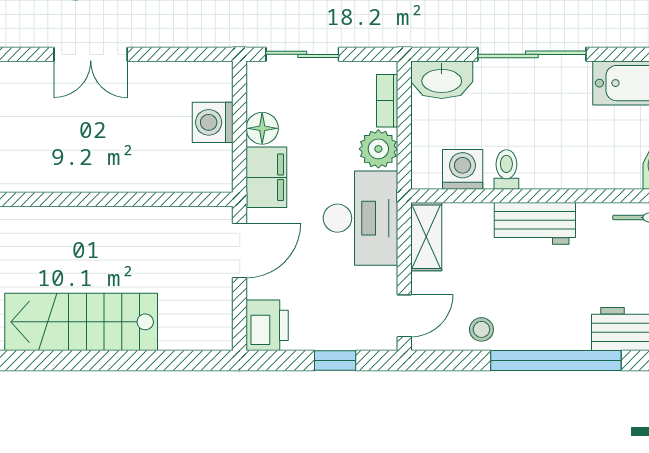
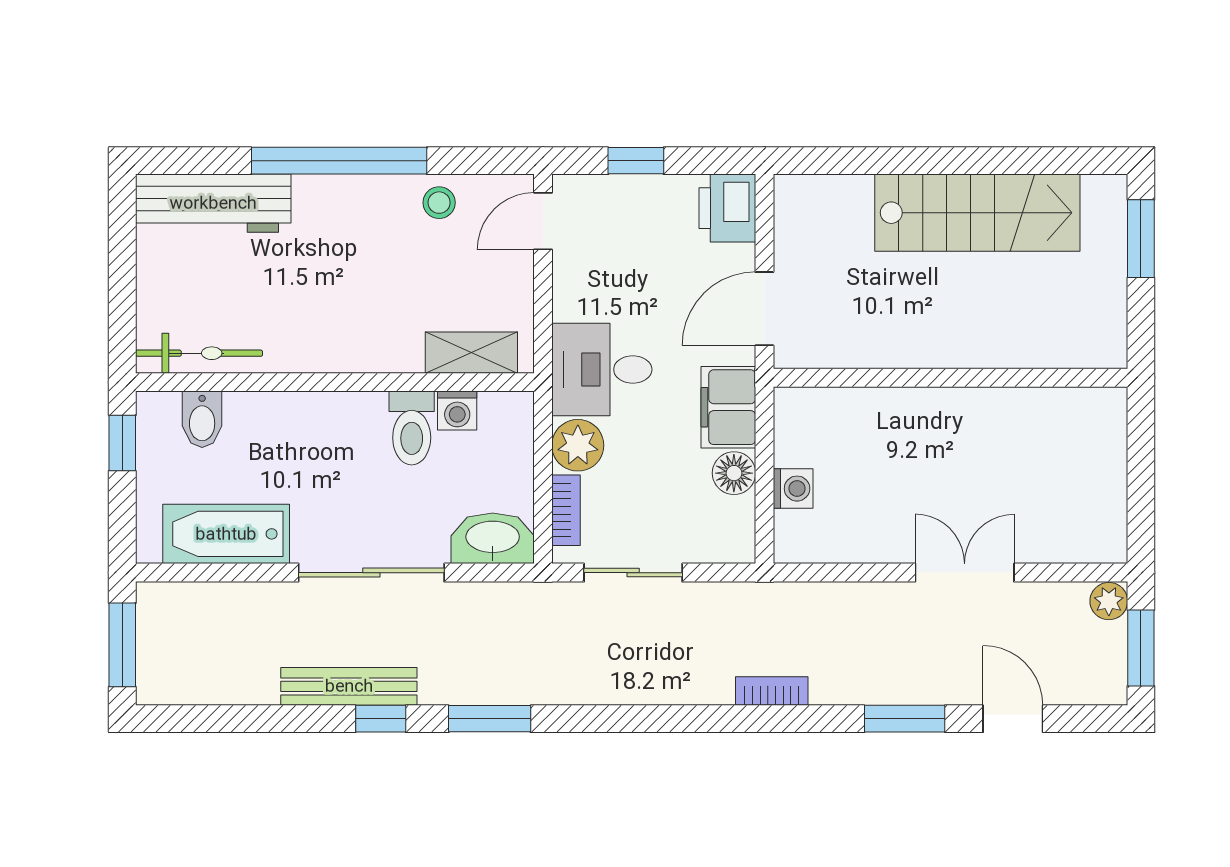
sliding door: (302, 54) -> (633, 573), moved
washing machine: (213, 122) -> (793, 489), width x0.73, depth x0.73
washing machine: (463, 169) -> (457, 411), width x0.73, depth x0.73
toilet: (506, 169) -> (412, 428), width x1.37, depth x1.39
desk: (360, 218) -> (602, 369), width x0.73
workbench: (535, 223) -> (367, 345), removed
shelving: (426, 237) -> (471, 353), moved, turned 90

